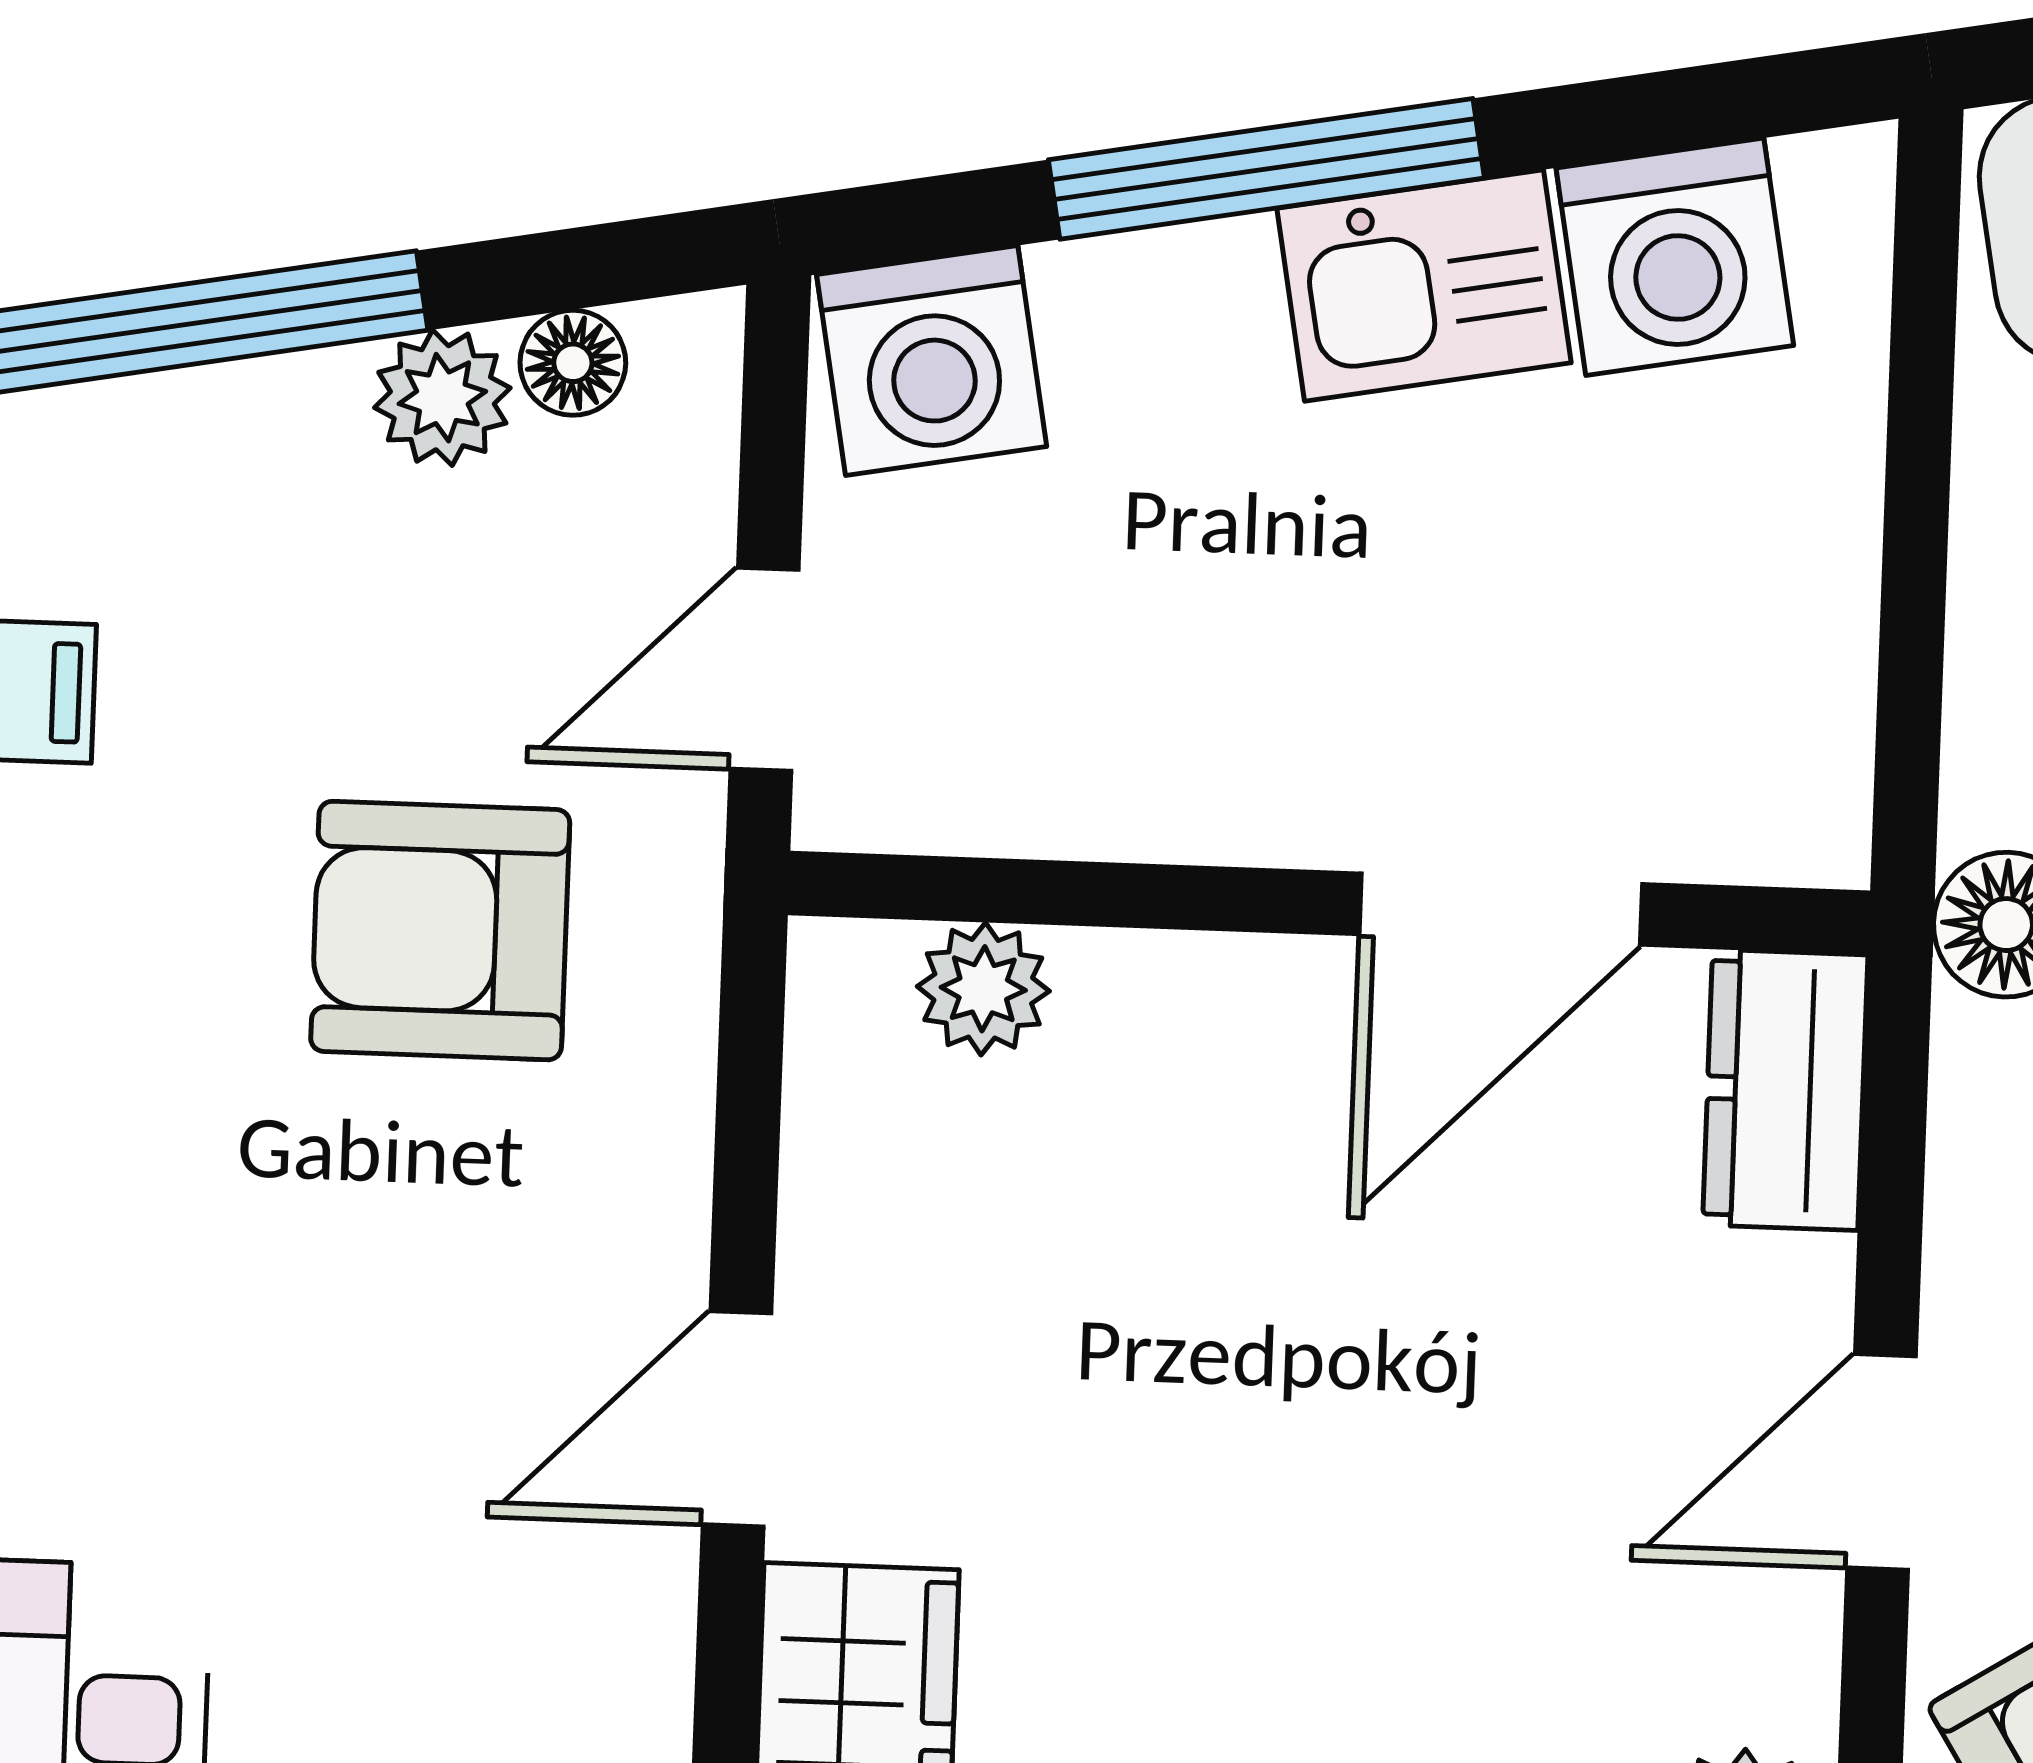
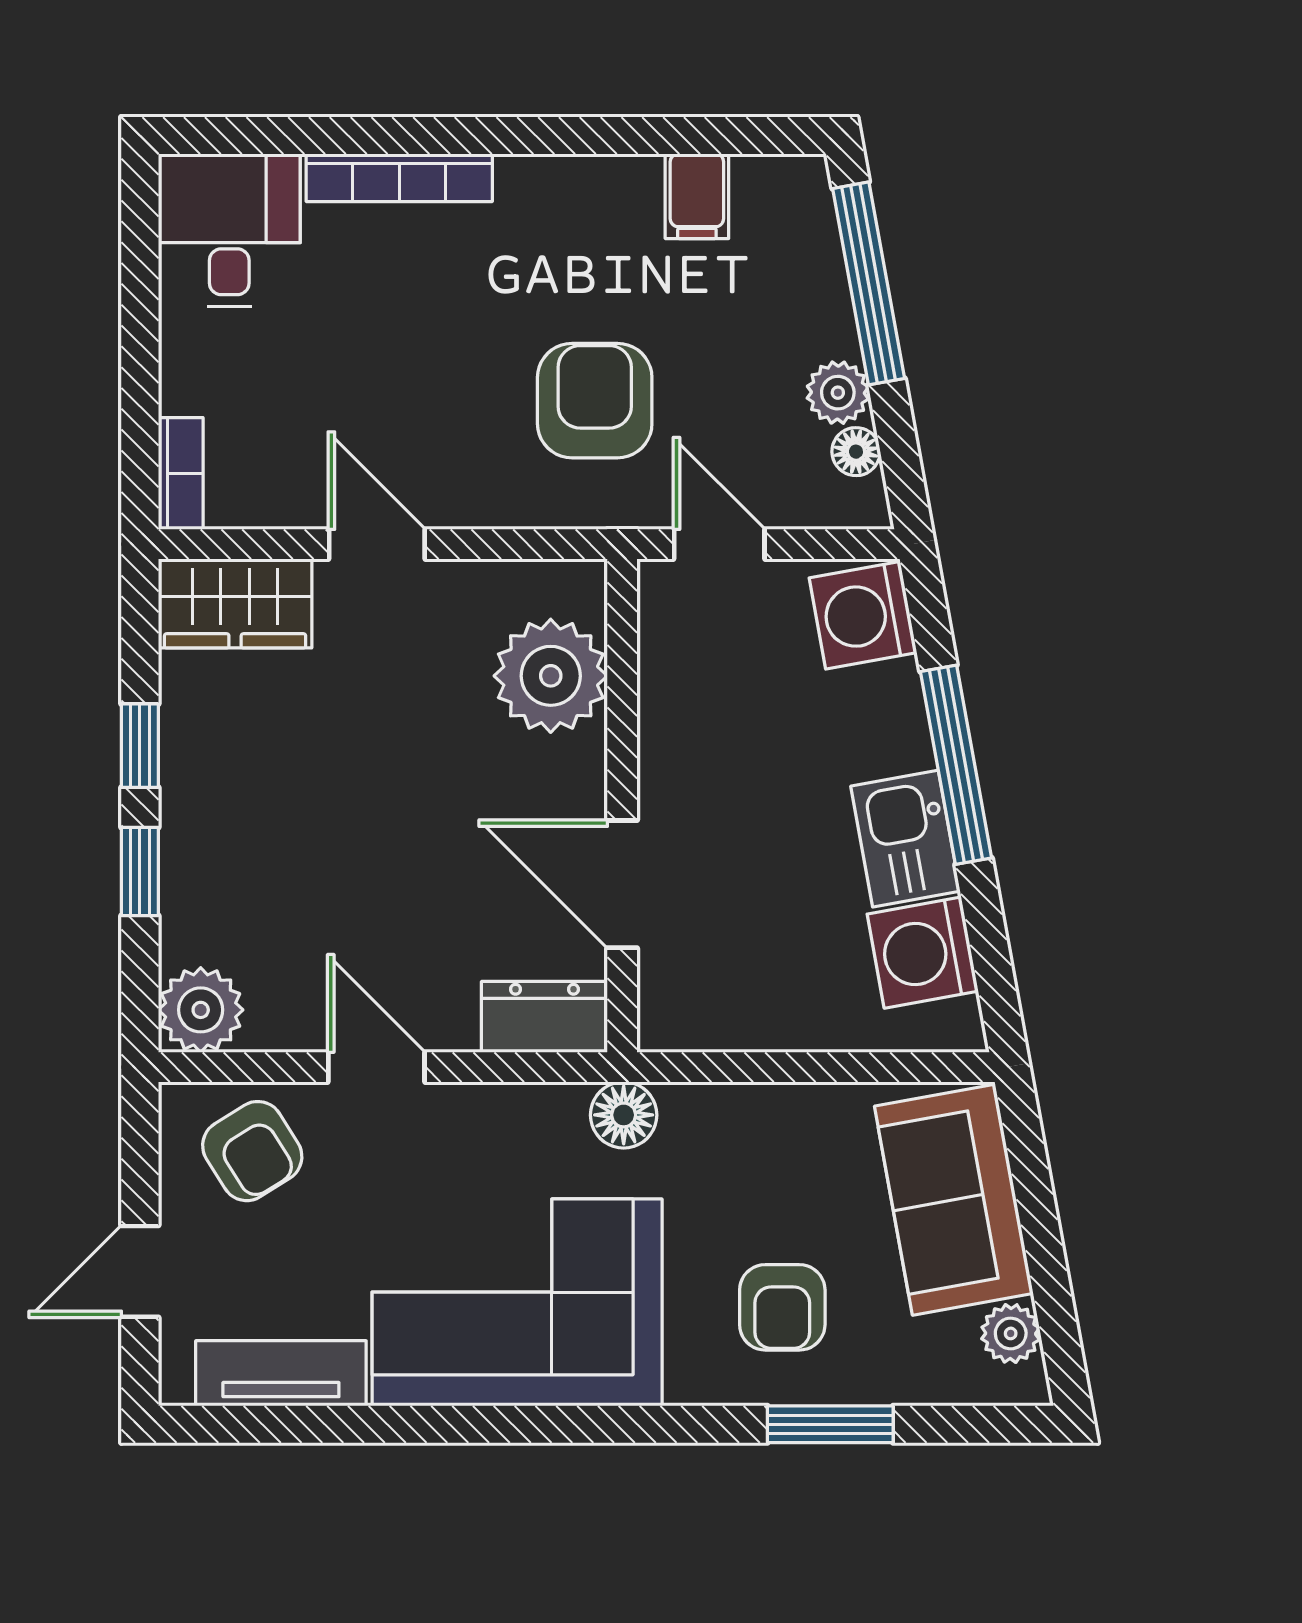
plant: (983, 989) -> (551, 676), width x1.88, depth x1.88

